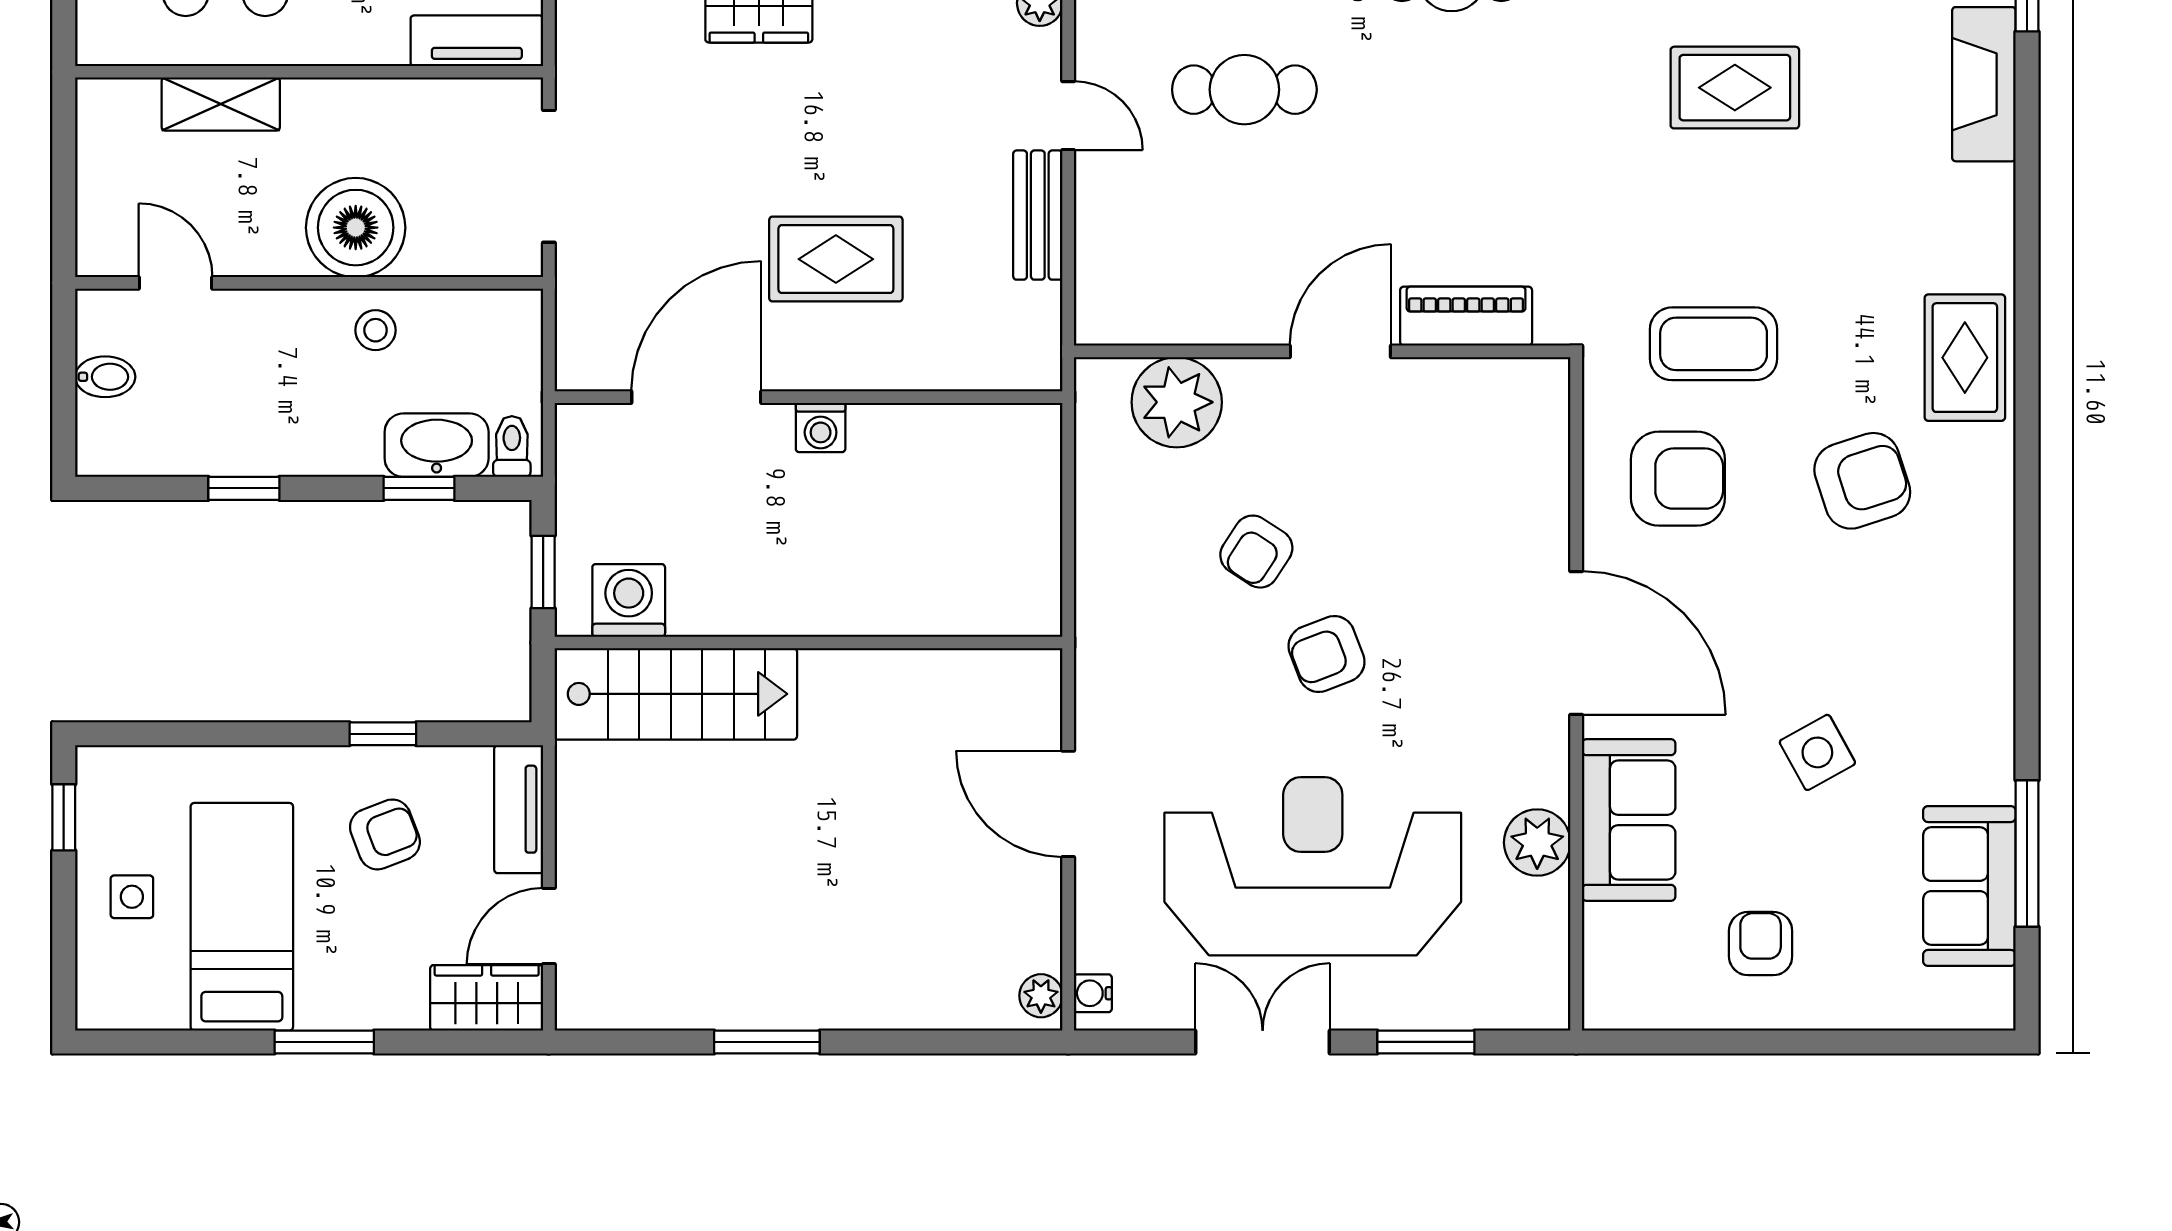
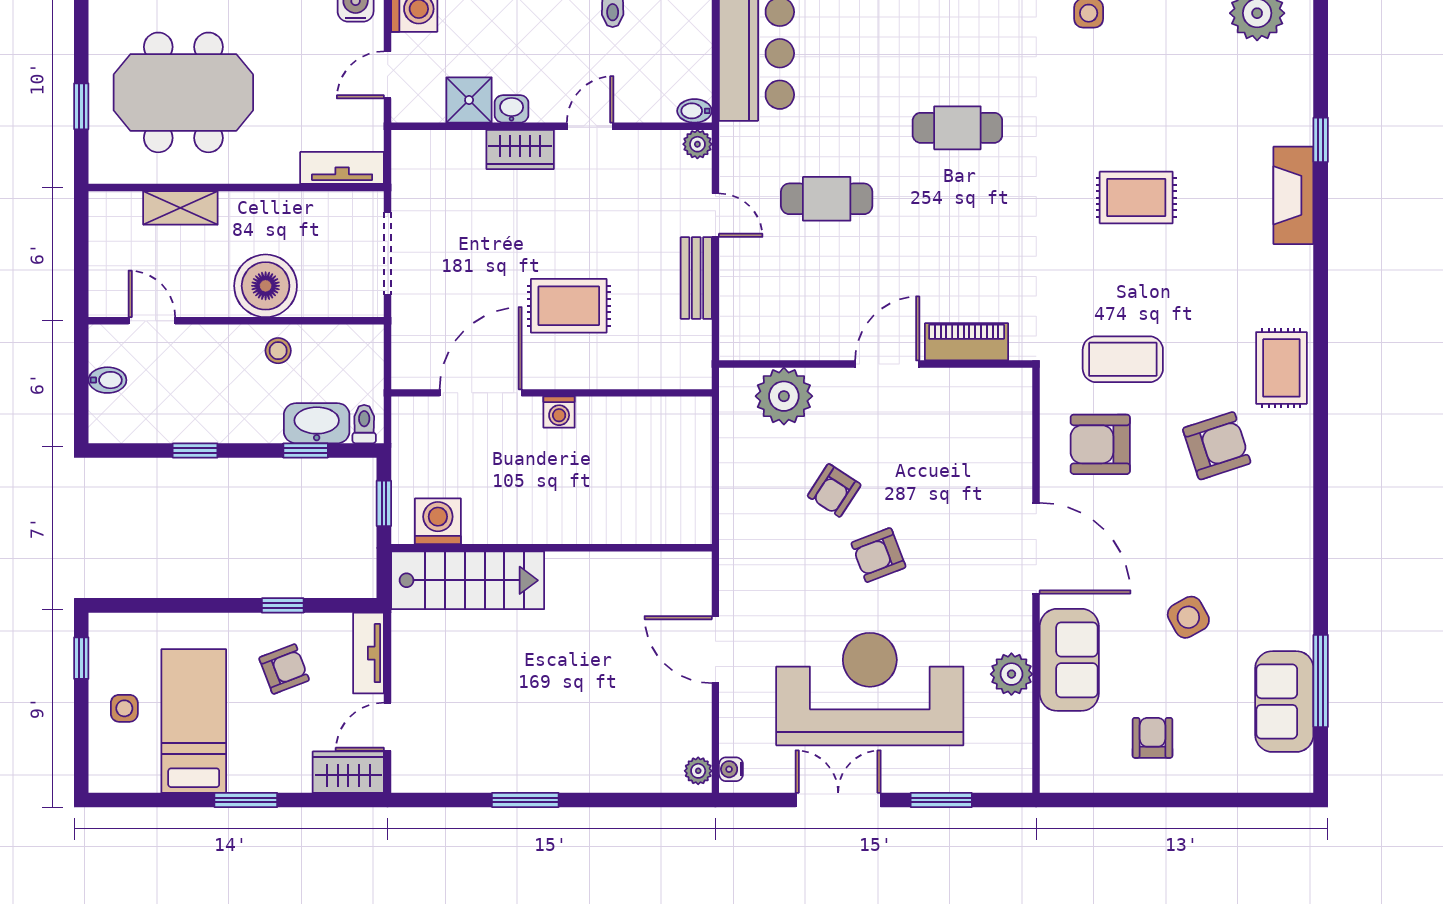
armchair: (1678, 479) -> (1100, 444), turned 180

